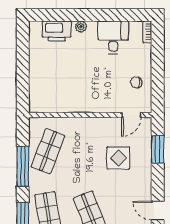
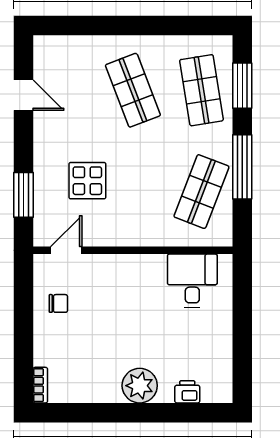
plant: (81, 27) -> (140, 386), width x1.88, depth x1.88
printer: (57, 31) -> (187, 392), width x0.53, depth x0.68
desk: (113, 37) -> (192, 281), moved, turned 180

